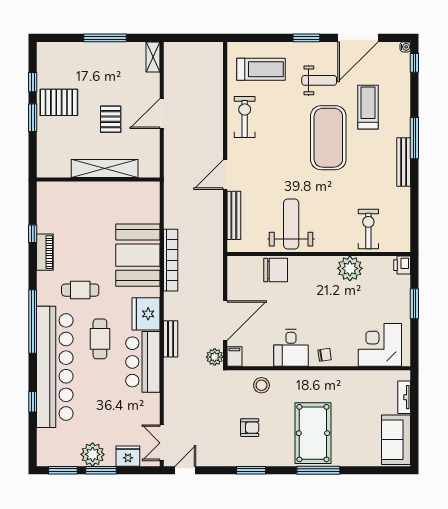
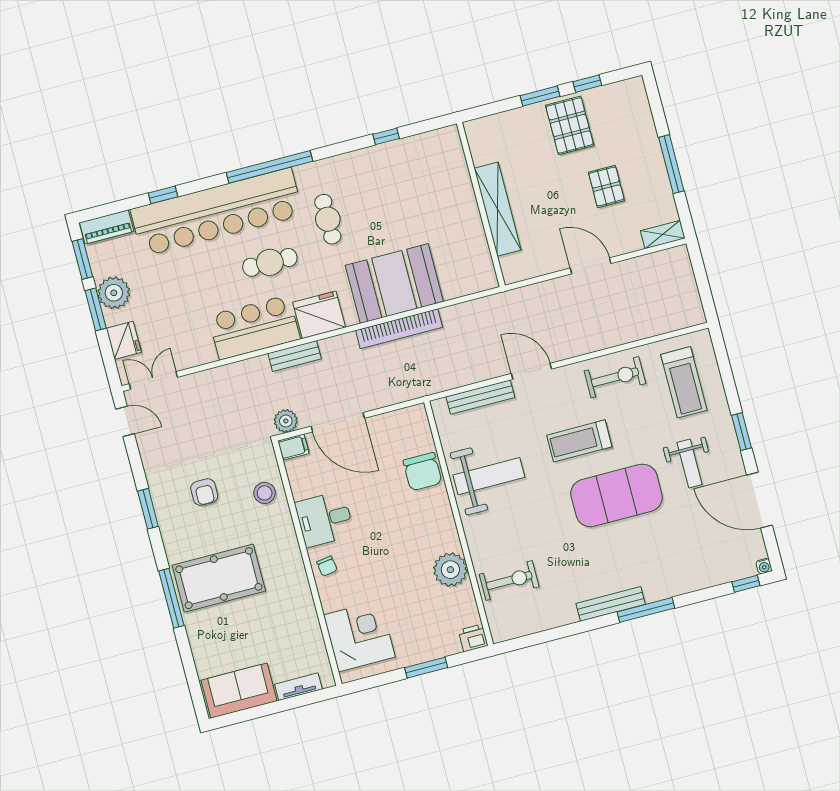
treadmill: (368, 107) -> (579, 441), moved, turned 180
pallet: (111, 119) -> (606, 186), moved, turned 90
piano: (45, 252) -> (107, 227), moved

